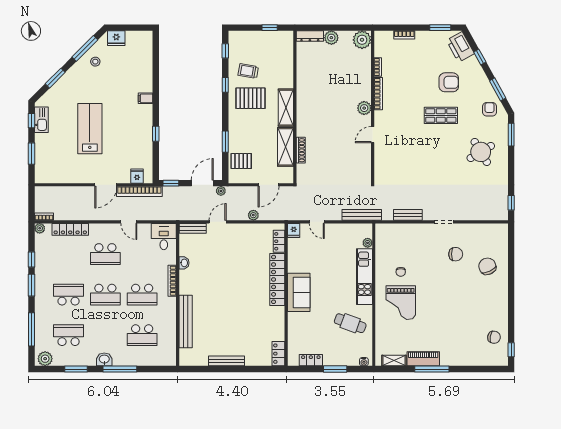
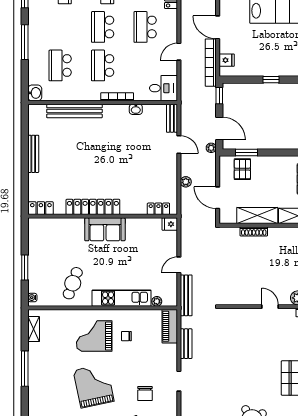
window: (225, 142) -> (247, 153), moved
door: (317, 222) -> (179, 265), moved
locker: (277, 279) -> (93, 207), moved
grand piano: (448, 303) -> (94, 386), added
washbasin: (104, 359) -> (35, 93), moved
piano: (423, 359) -> (170, 326), moved, turned 180
locker: (311, 360) -> (34, 242), removed

